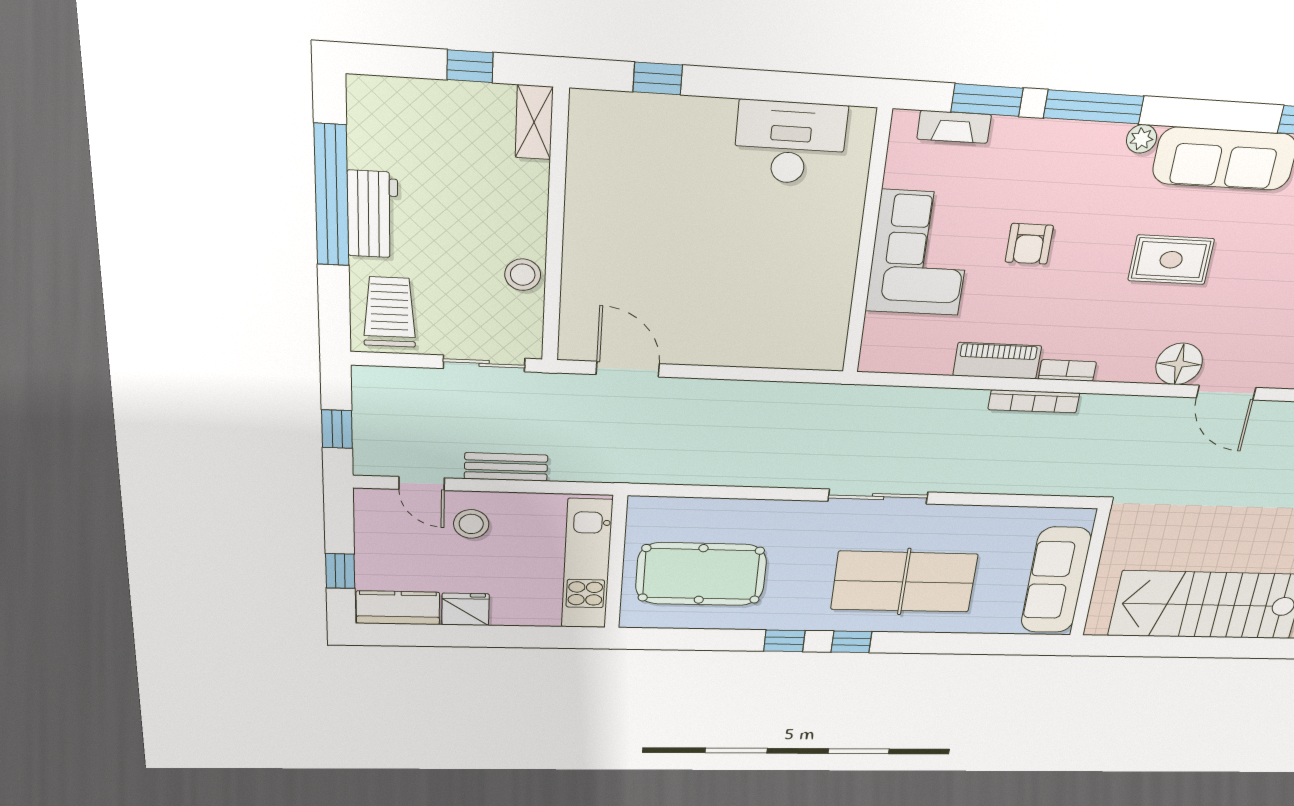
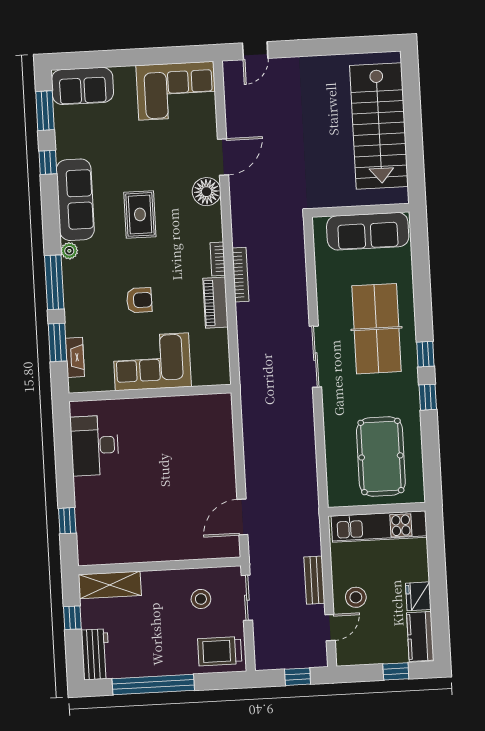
shelving: (534, 122) -> (110, 585), width x1.50, depth x1.33
workbench: (373, 214) -> (96, 654), moved, turned 90
stool: (523, 275) -> (201, 599), moved

